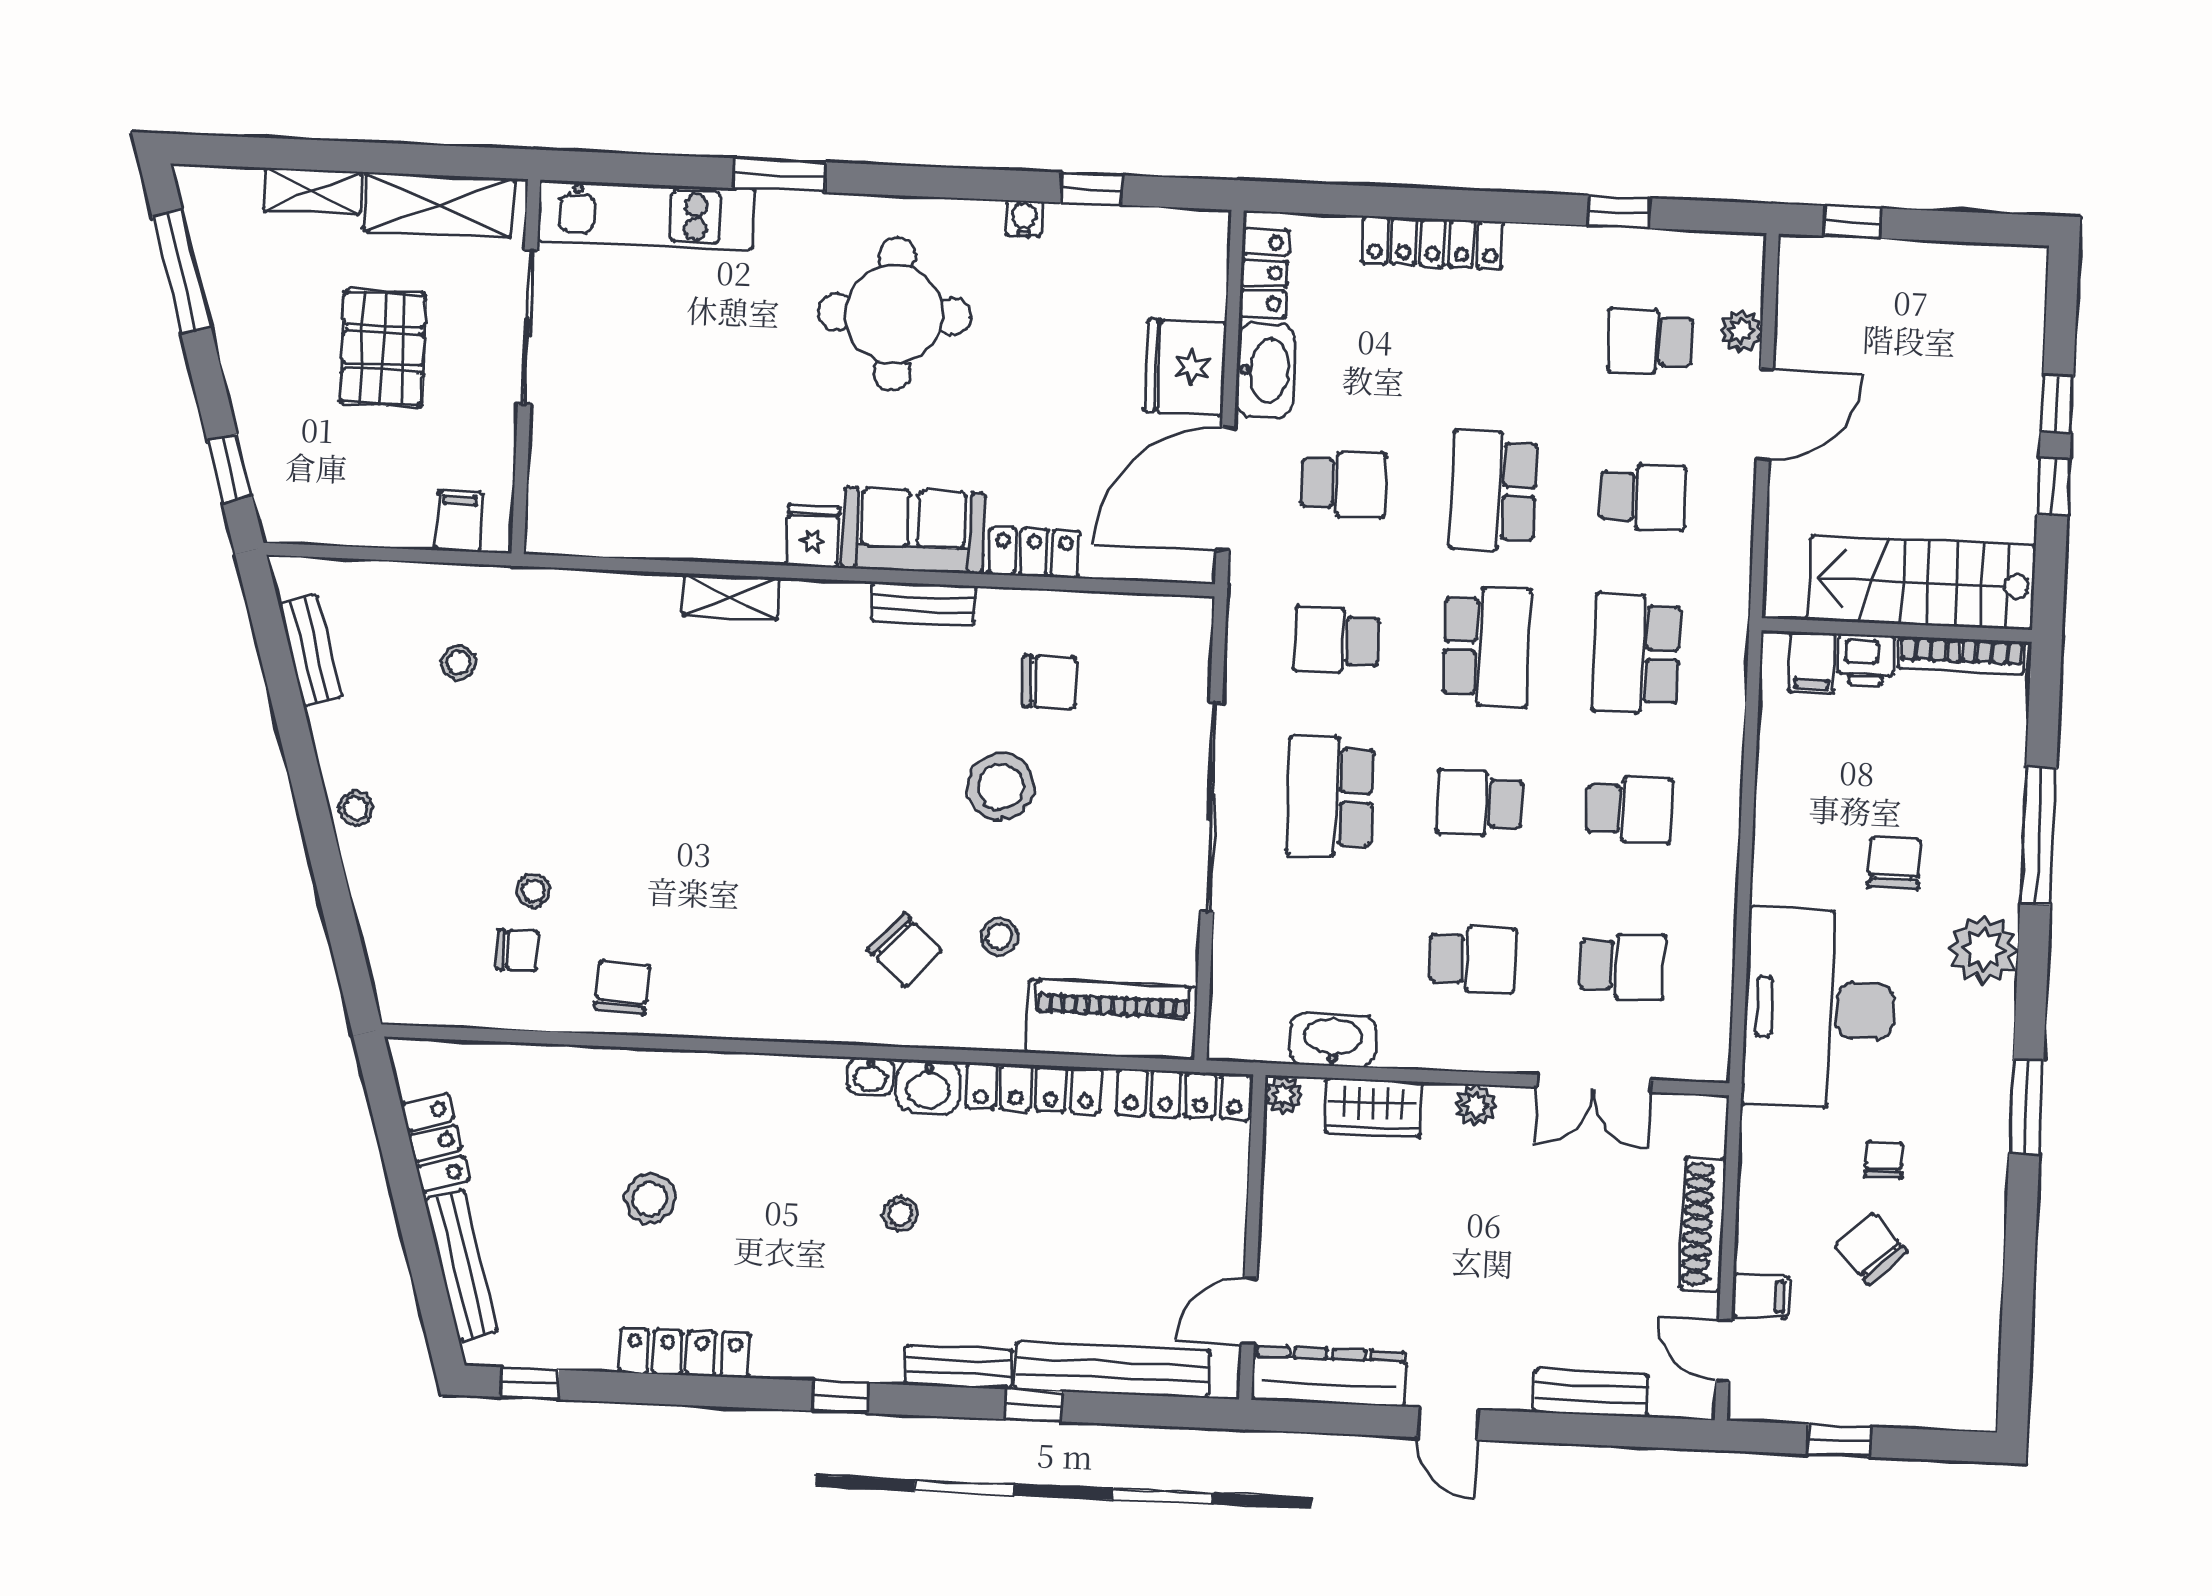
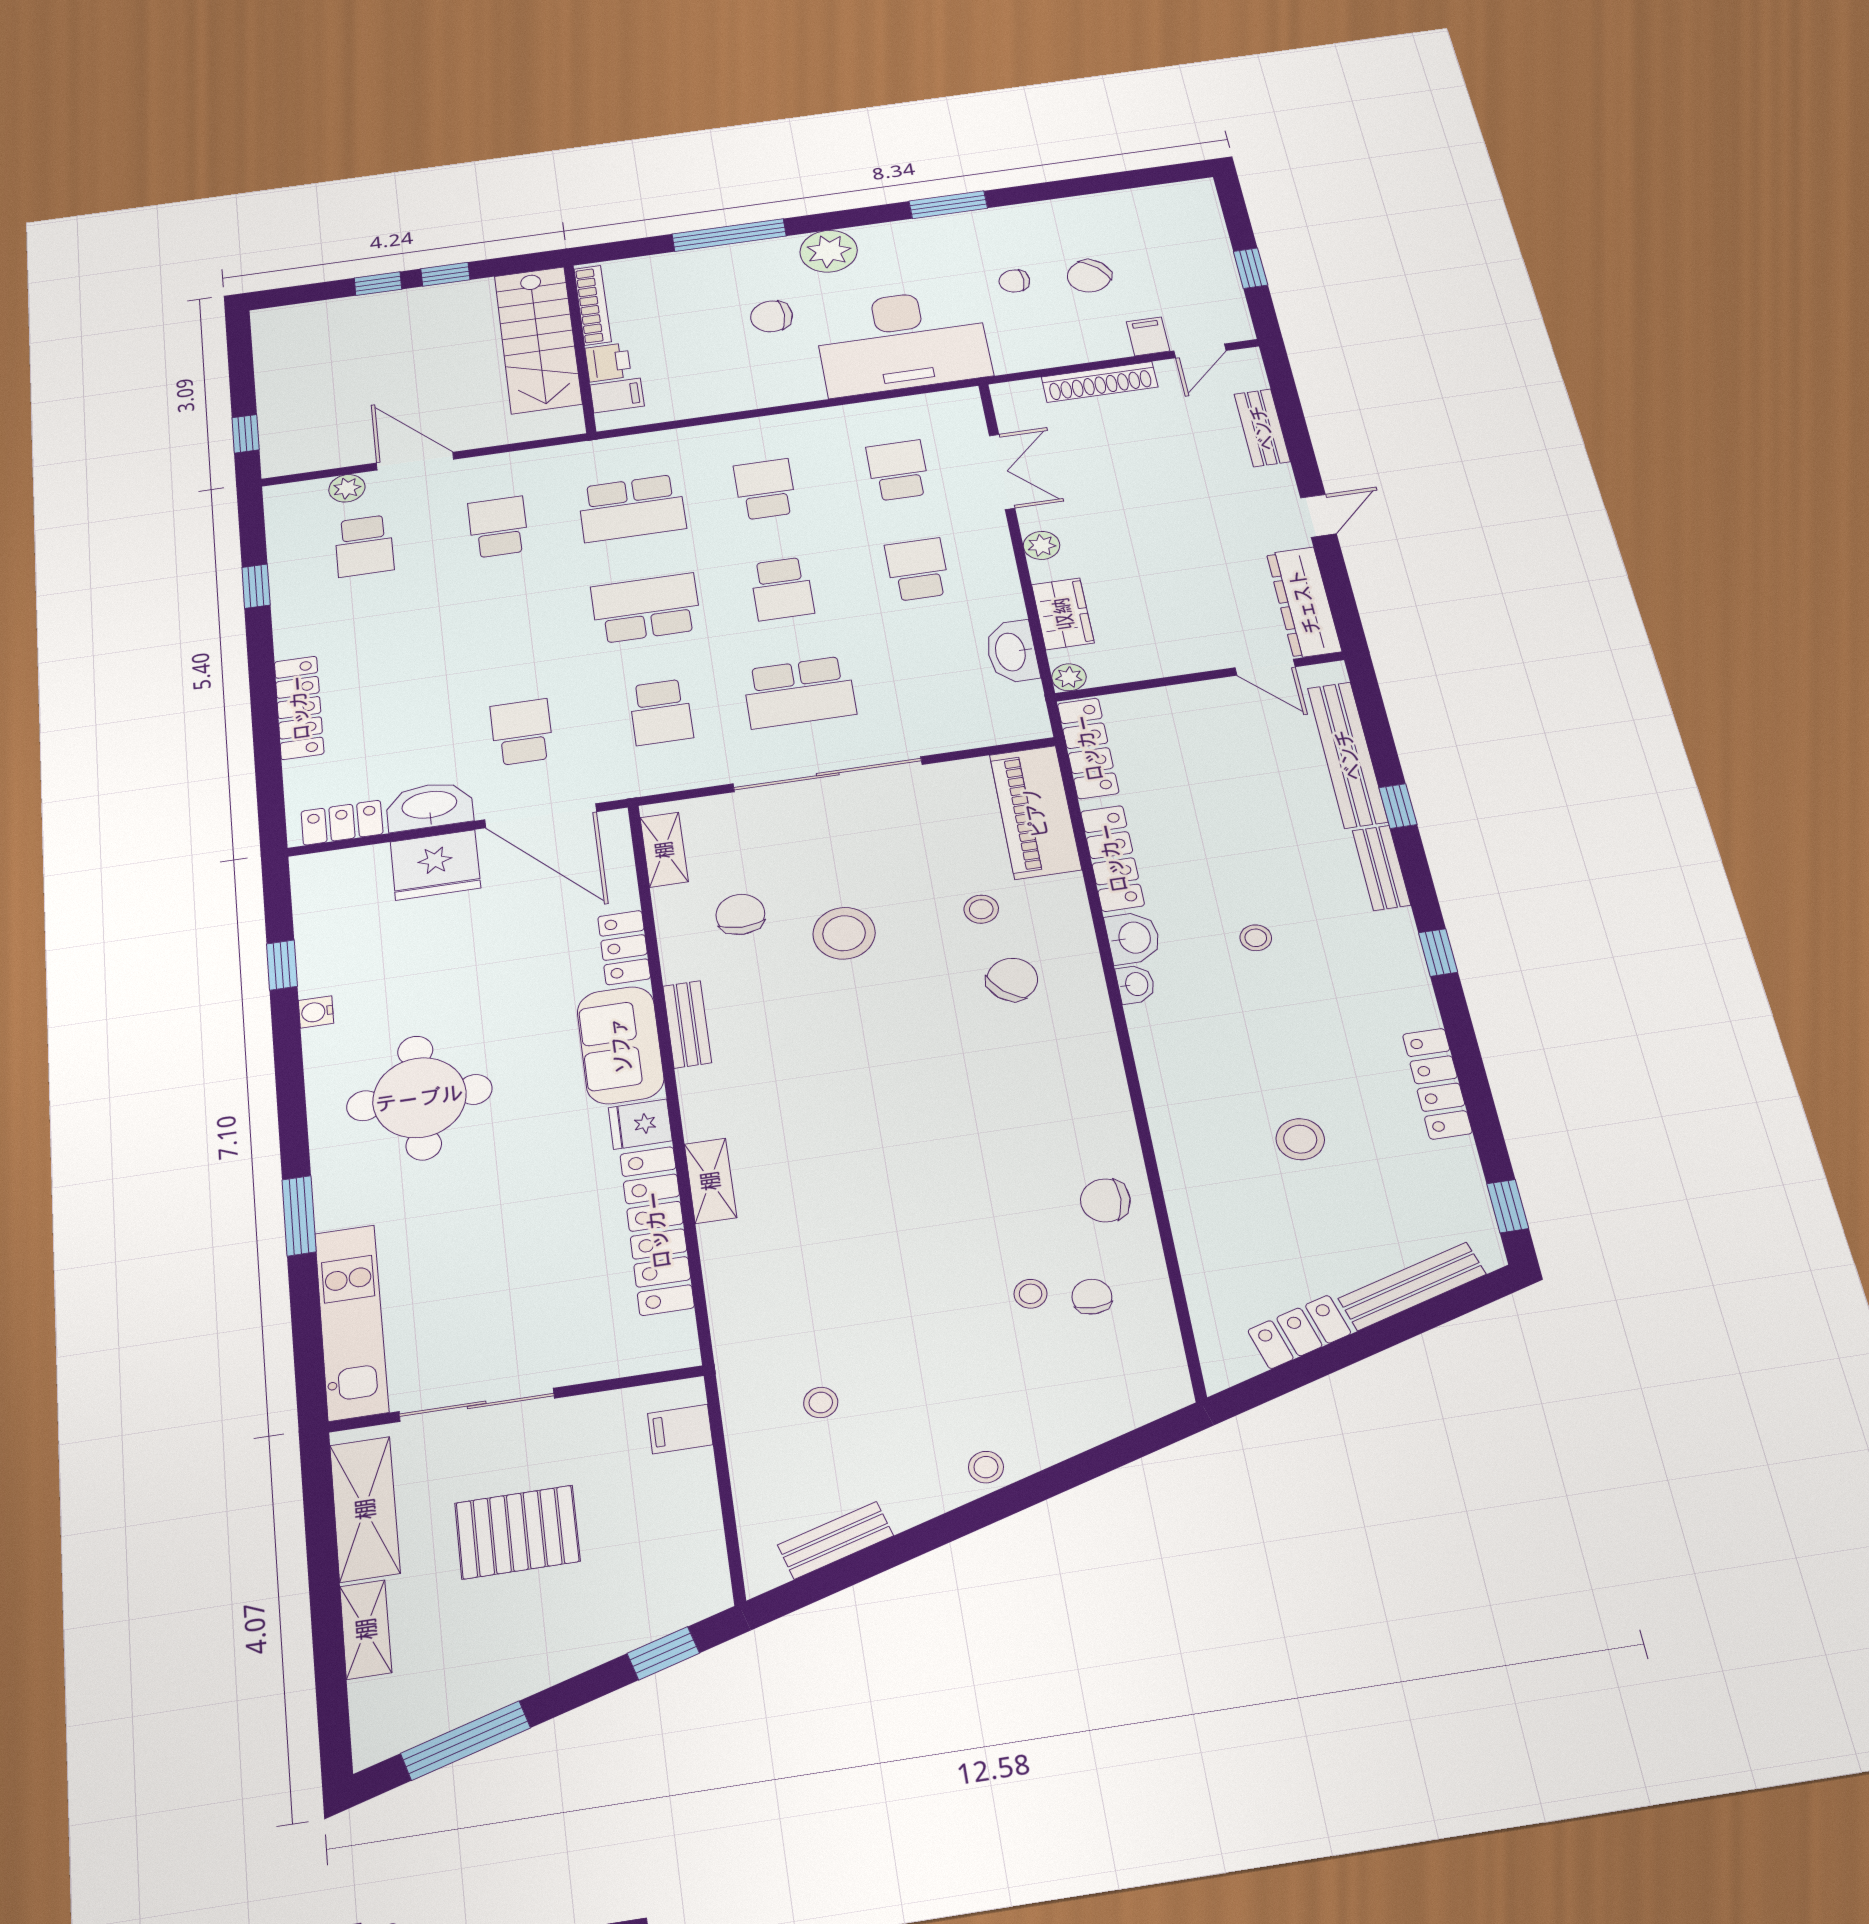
school desk: (1493, 491) -> (510, 627), removed
locker: (685, 533) -> (657, 1230), added
shelving: (1151, 615) -> (664, 850), added

